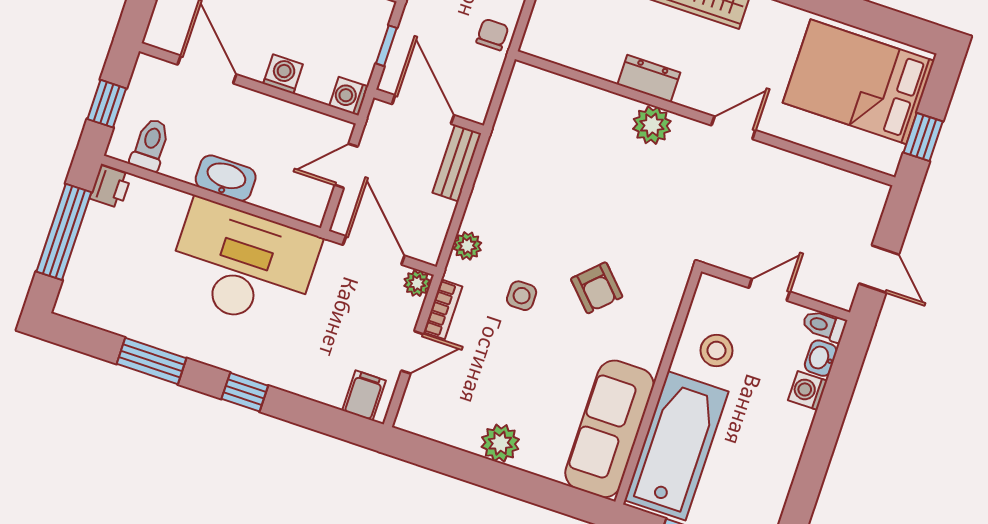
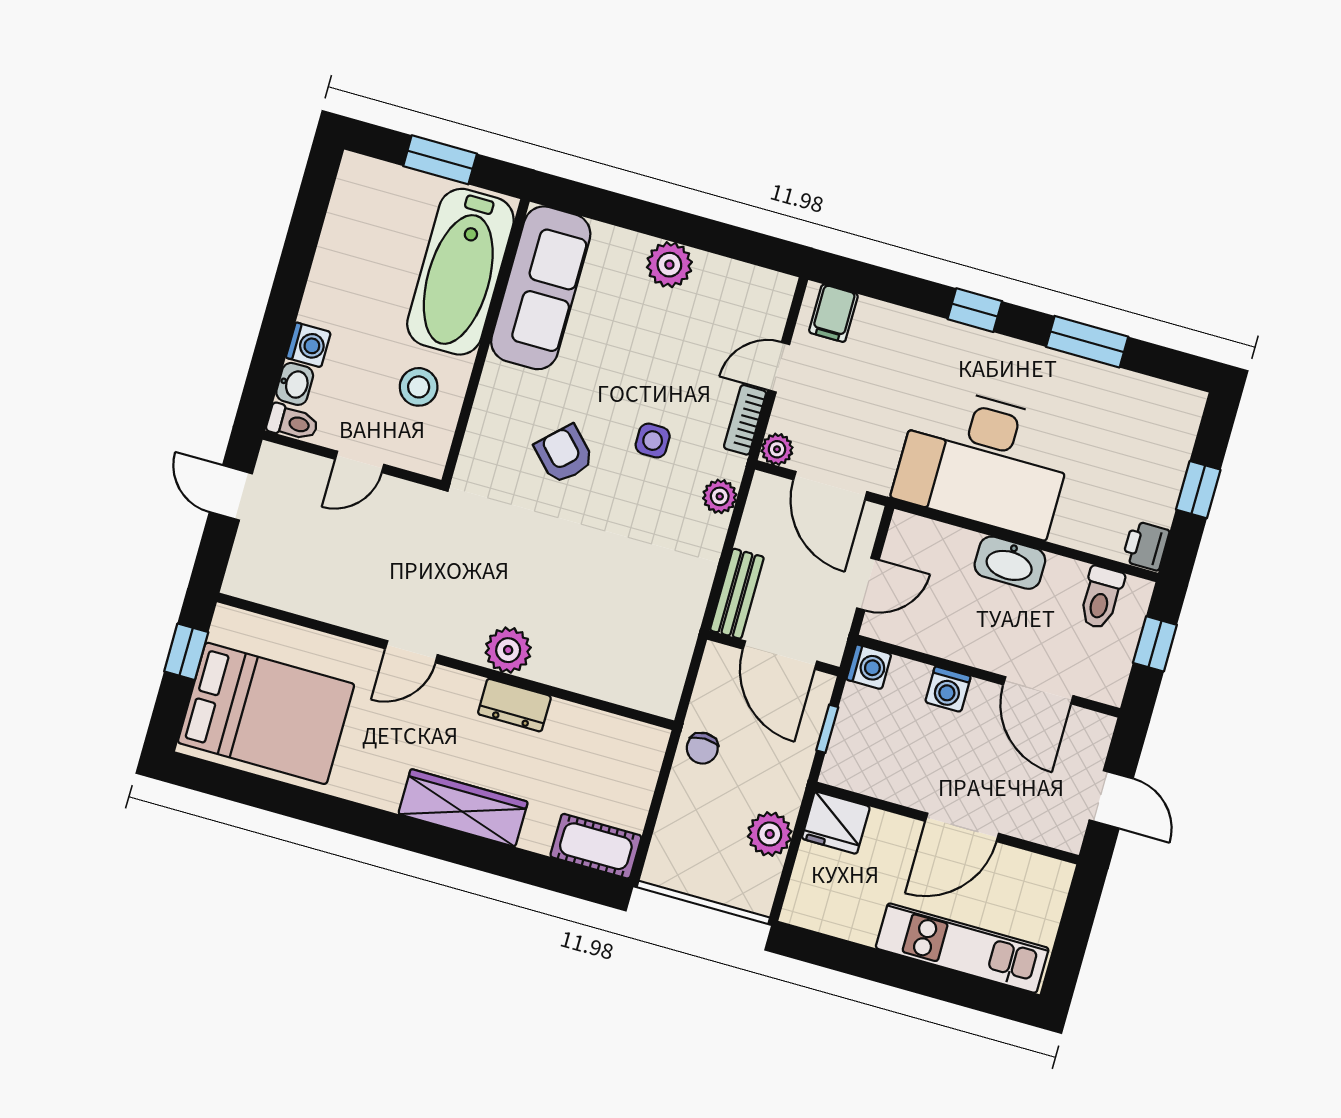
window: (64, 232) -> (1198, 490), width x0.46

